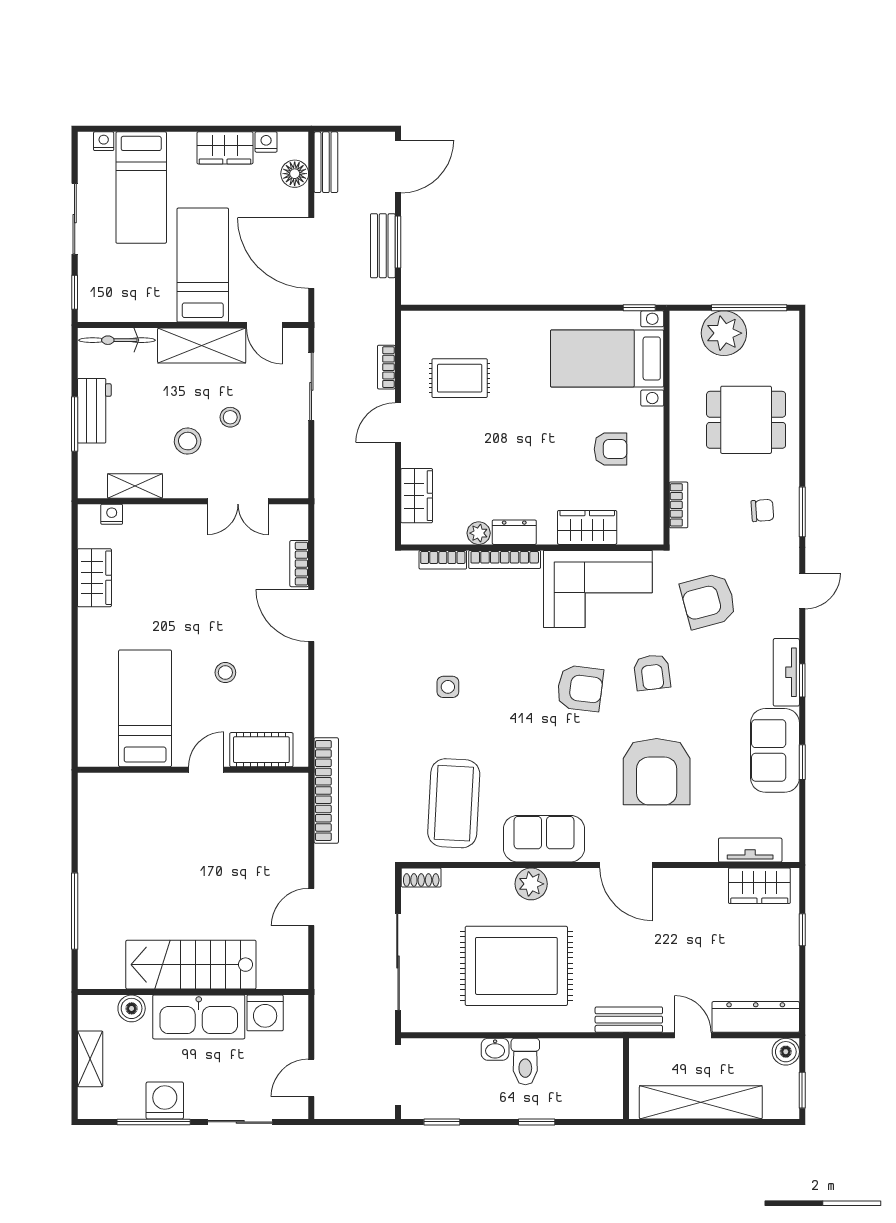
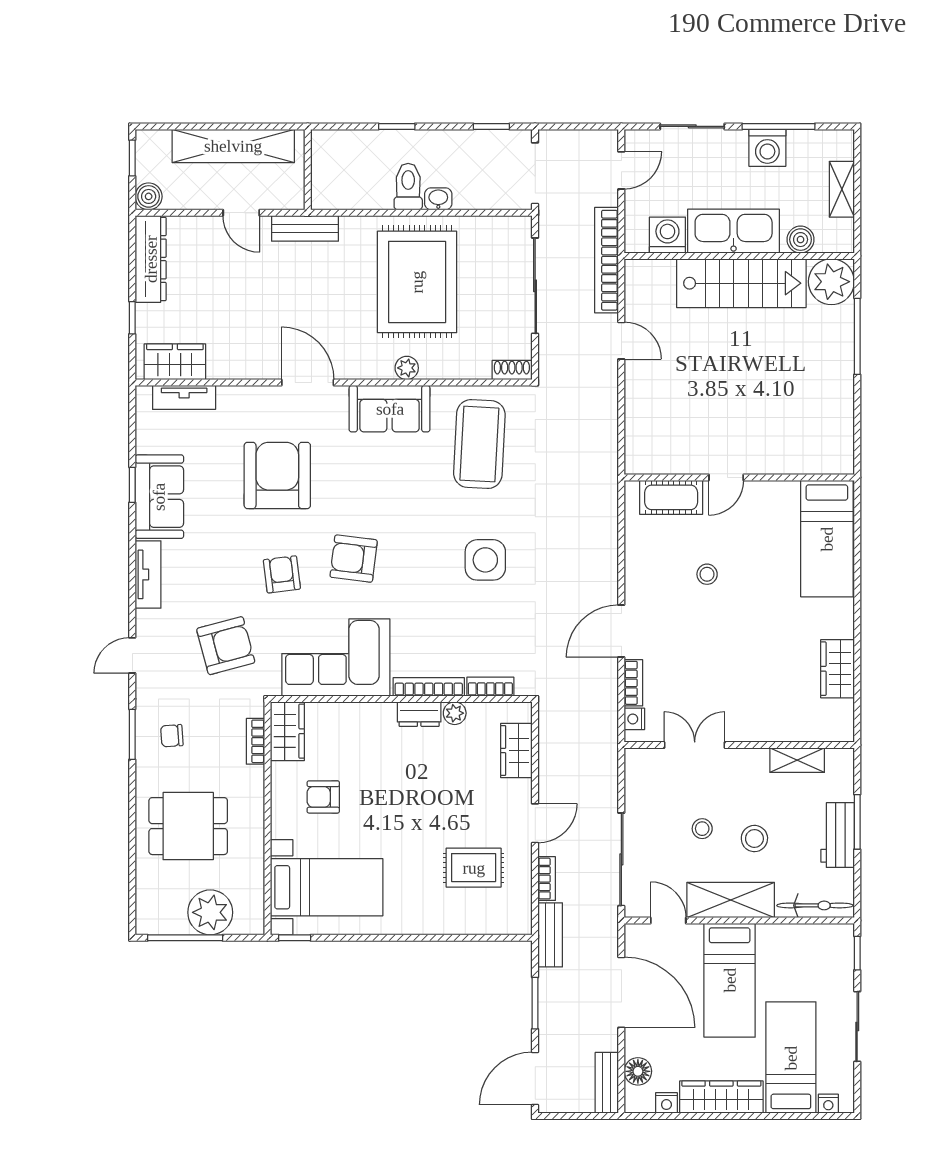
wardrobe: (225, 148) -> (721, 1097), width x1.50
bench: (383, 246) -> (550, 935), moved
sliding door: (311, 386) -> (621, 859), width x1.37
stool: (188, 441) -> (754, 839), moved
nightstand: (112, 514) -> (634, 719), moved, turned 90
wardrobe: (587, 527) -> (287, 731), moved, turned -90
door: (311, 616) -> (621, 631), swing flipped
window: (802, 680) -> (132, 566), removed
side table: (448, 687) -> (485, 560), width x1.87, depth x1.87
bed: (145, 708) -> (827, 539), moved
bookcase: (326, 790) -> (606, 260), moved
plant: (531, 884) -> (407, 368), width x0.73, depth x0.73
door: (311, 907) -> (621, 341), hinge flipped
plant: (101, 966) -> (831, 282), added
rug: (516, 966) -> (417, 282), turned 90
dresser: (756, 1017) -> (151, 259), moved, turned -90

